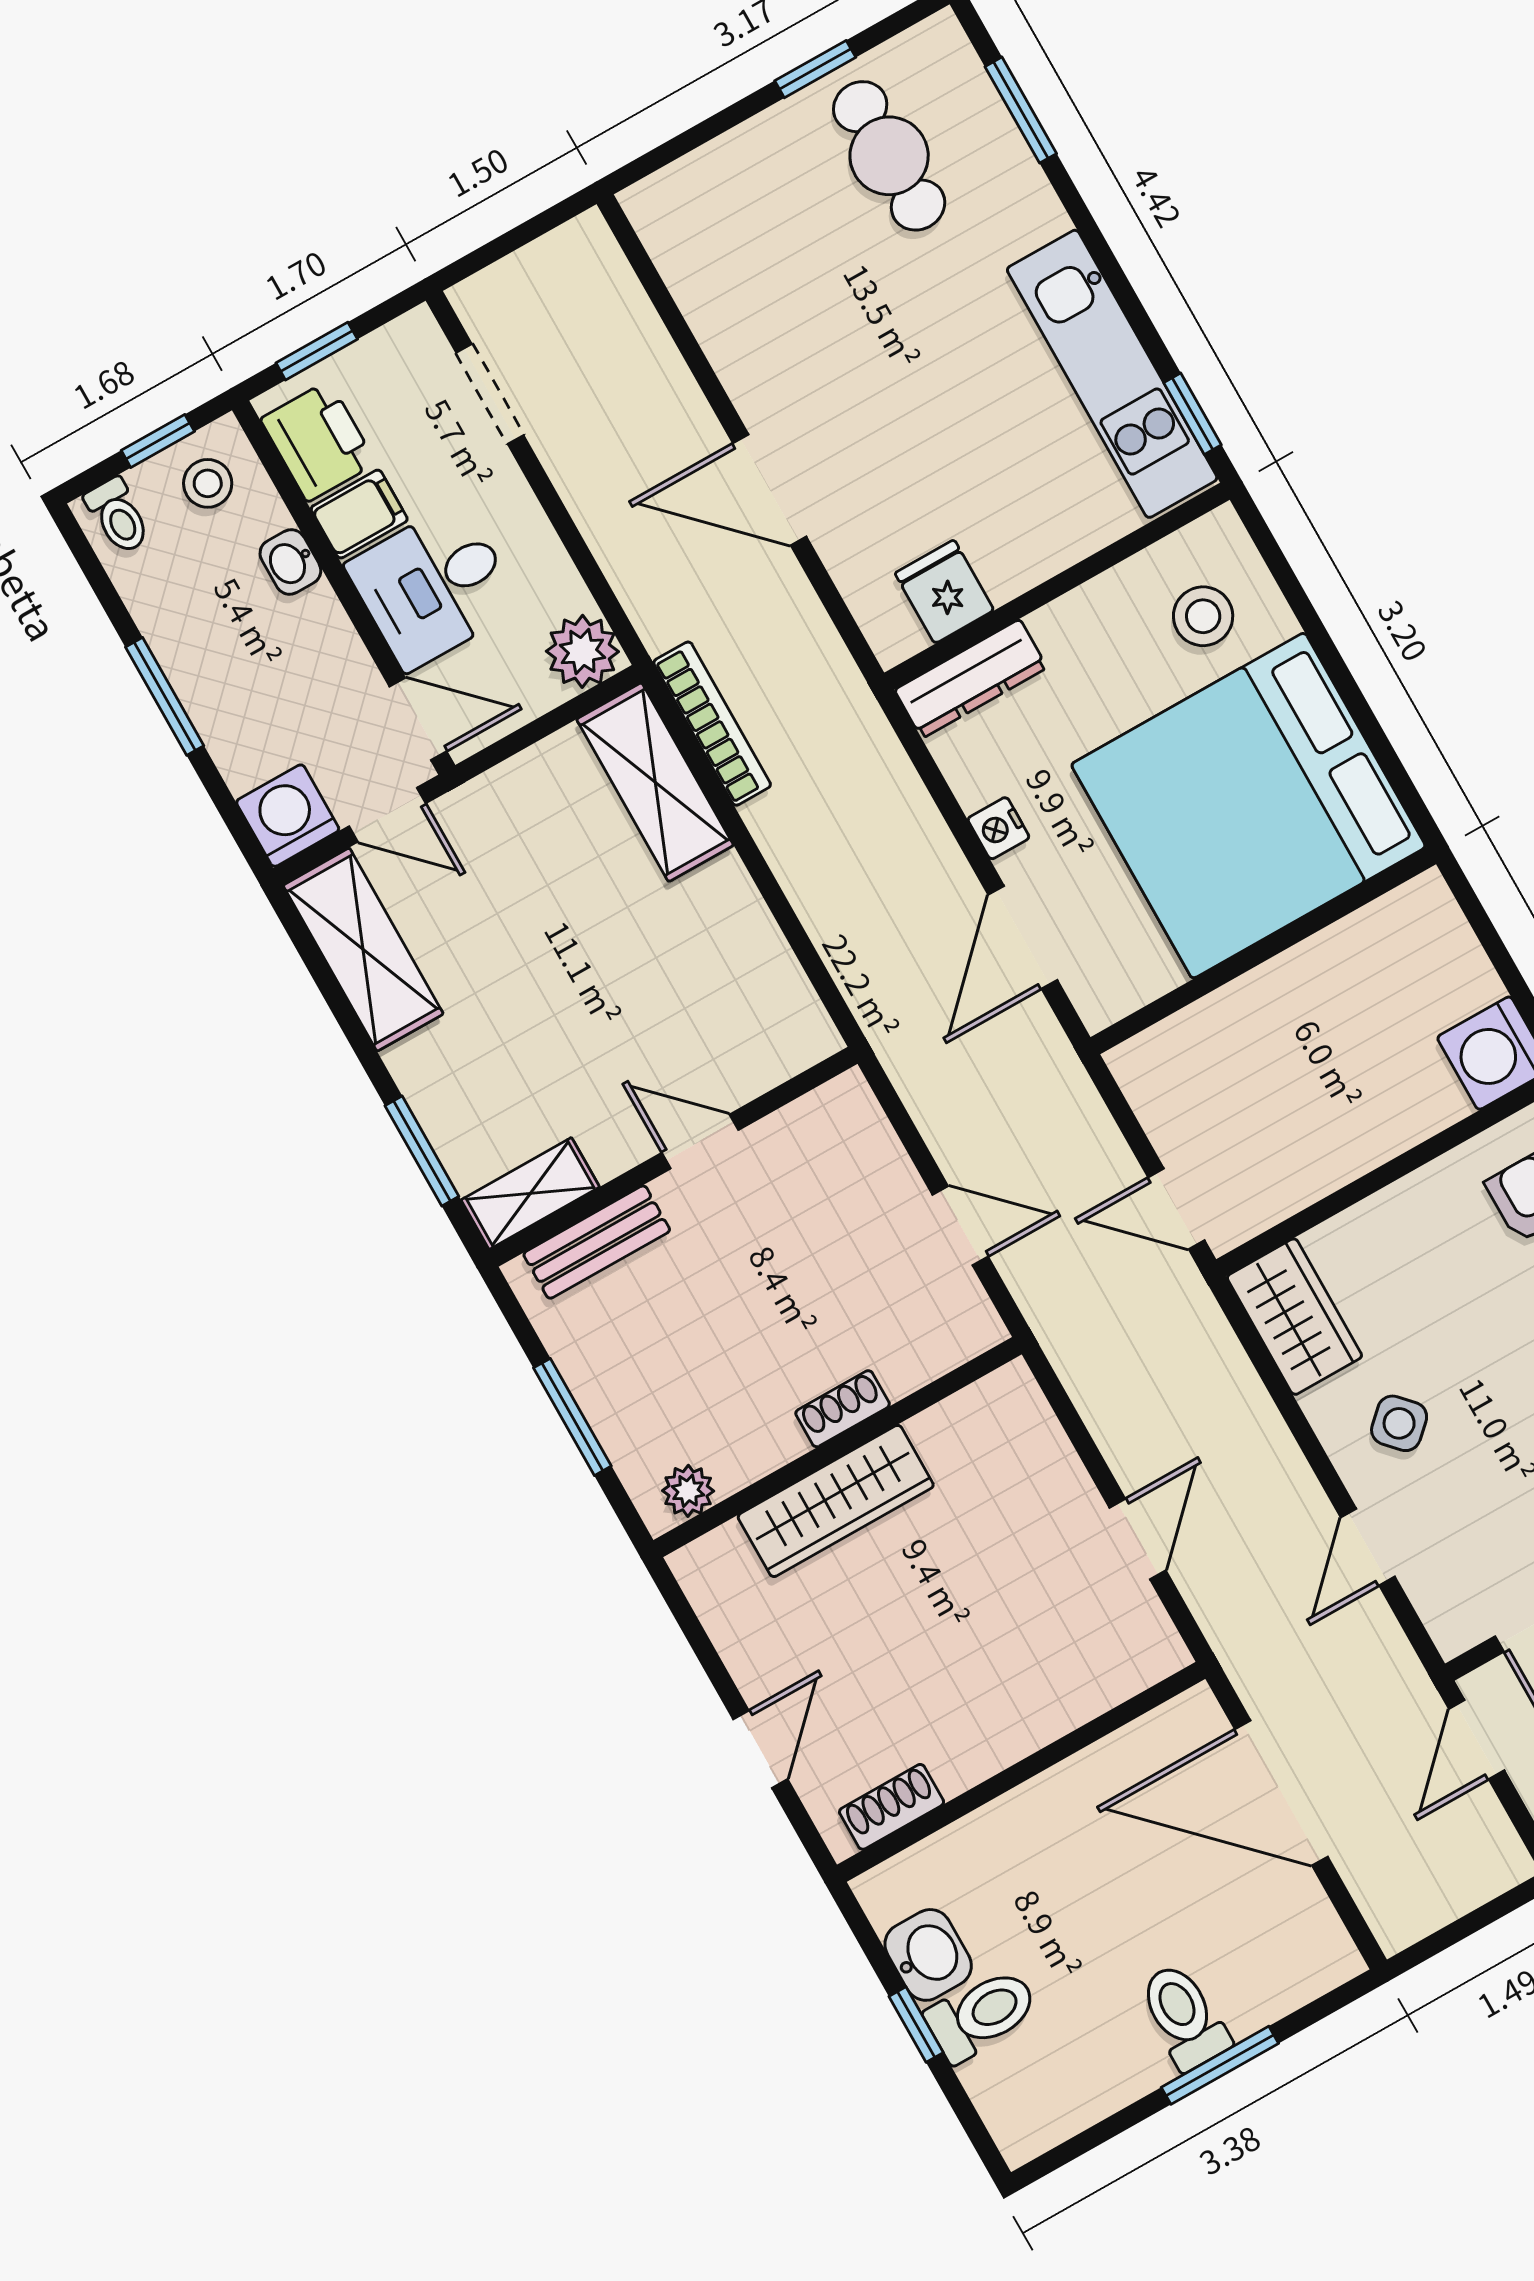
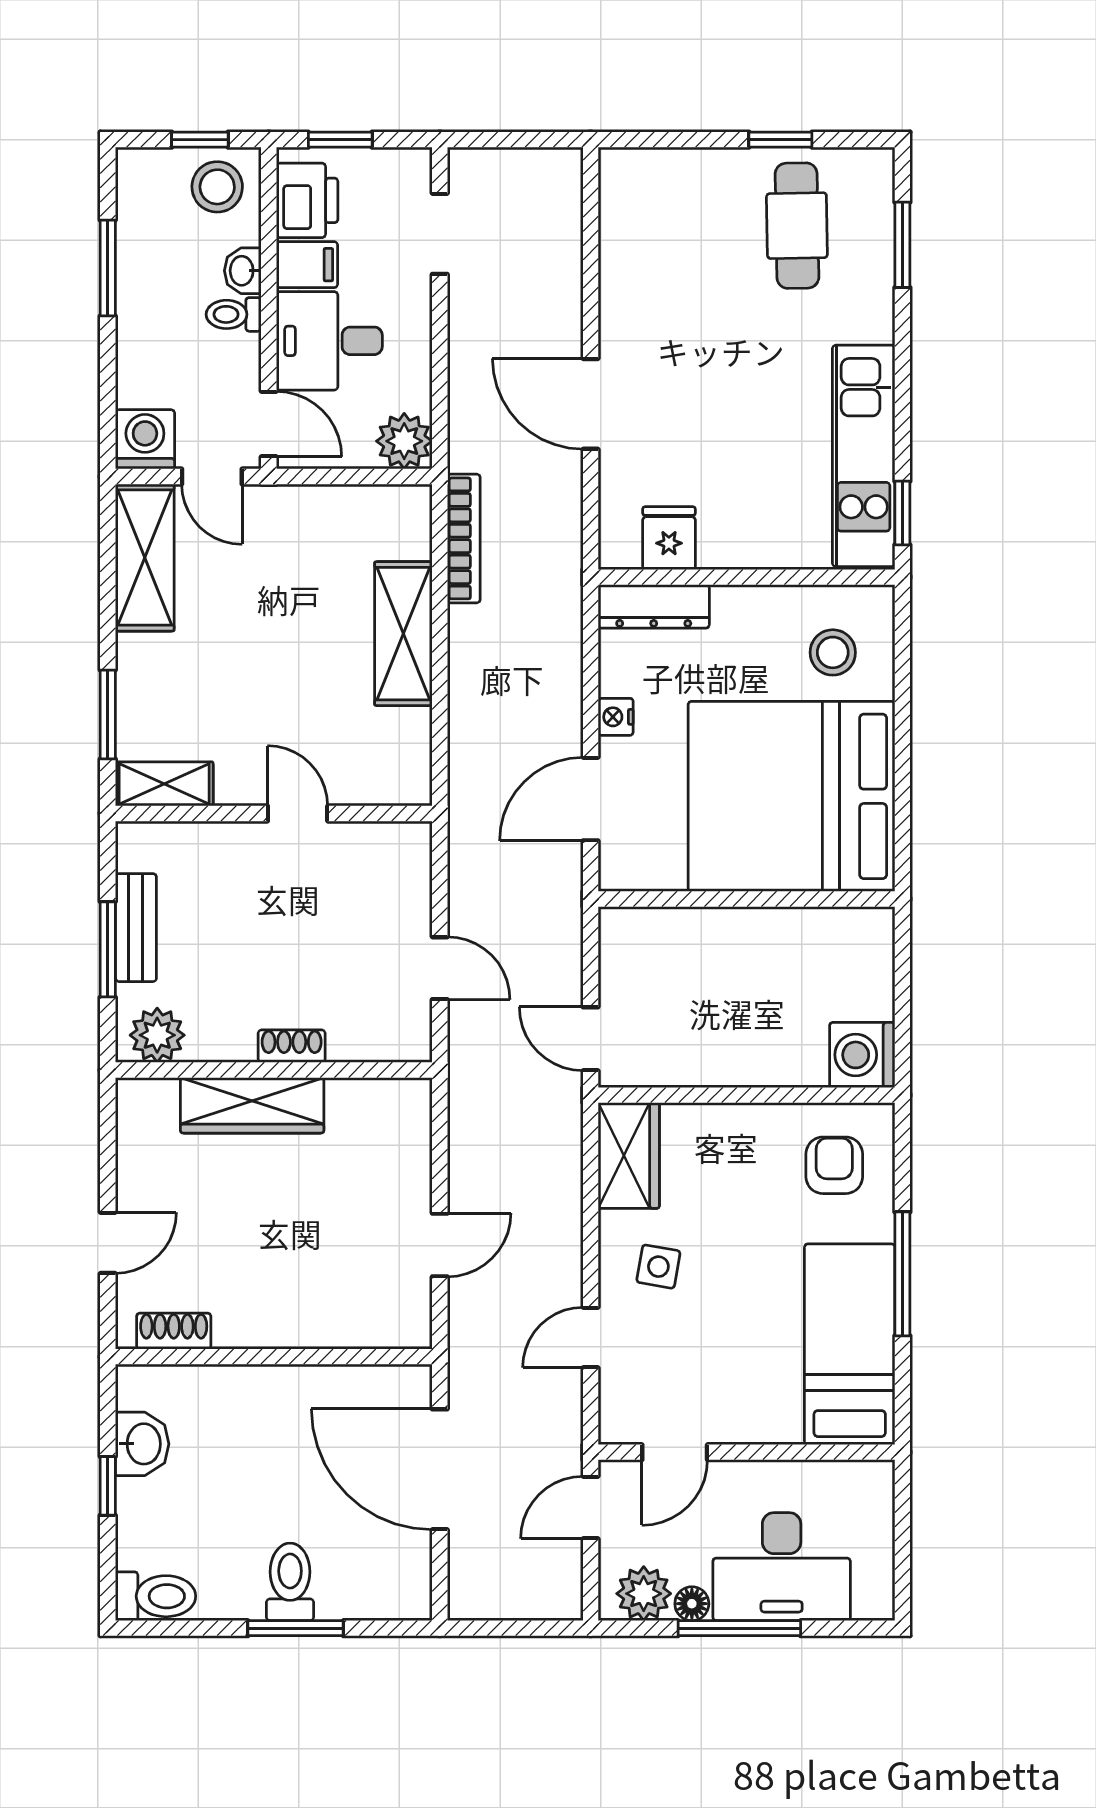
stool: (208, 483) -> (217, 187), width x1.37, depth x1.37
toilet: (118, 516) -> (234, 314), moved, turned 90
window: (165, 696) -> (108, 268), moved
shelving: (655, 782) -> (403, 634), moved
bench: (597, 1242) -> (136, 928), moved, turned 90
side table: (1399, 1423) -> (658, 1267), turned -37
plant: (688, 1491) -> (157, 1035), width x1.38, depth x1.38
toilet: (982, 2014) -> (156, 1596), moved

